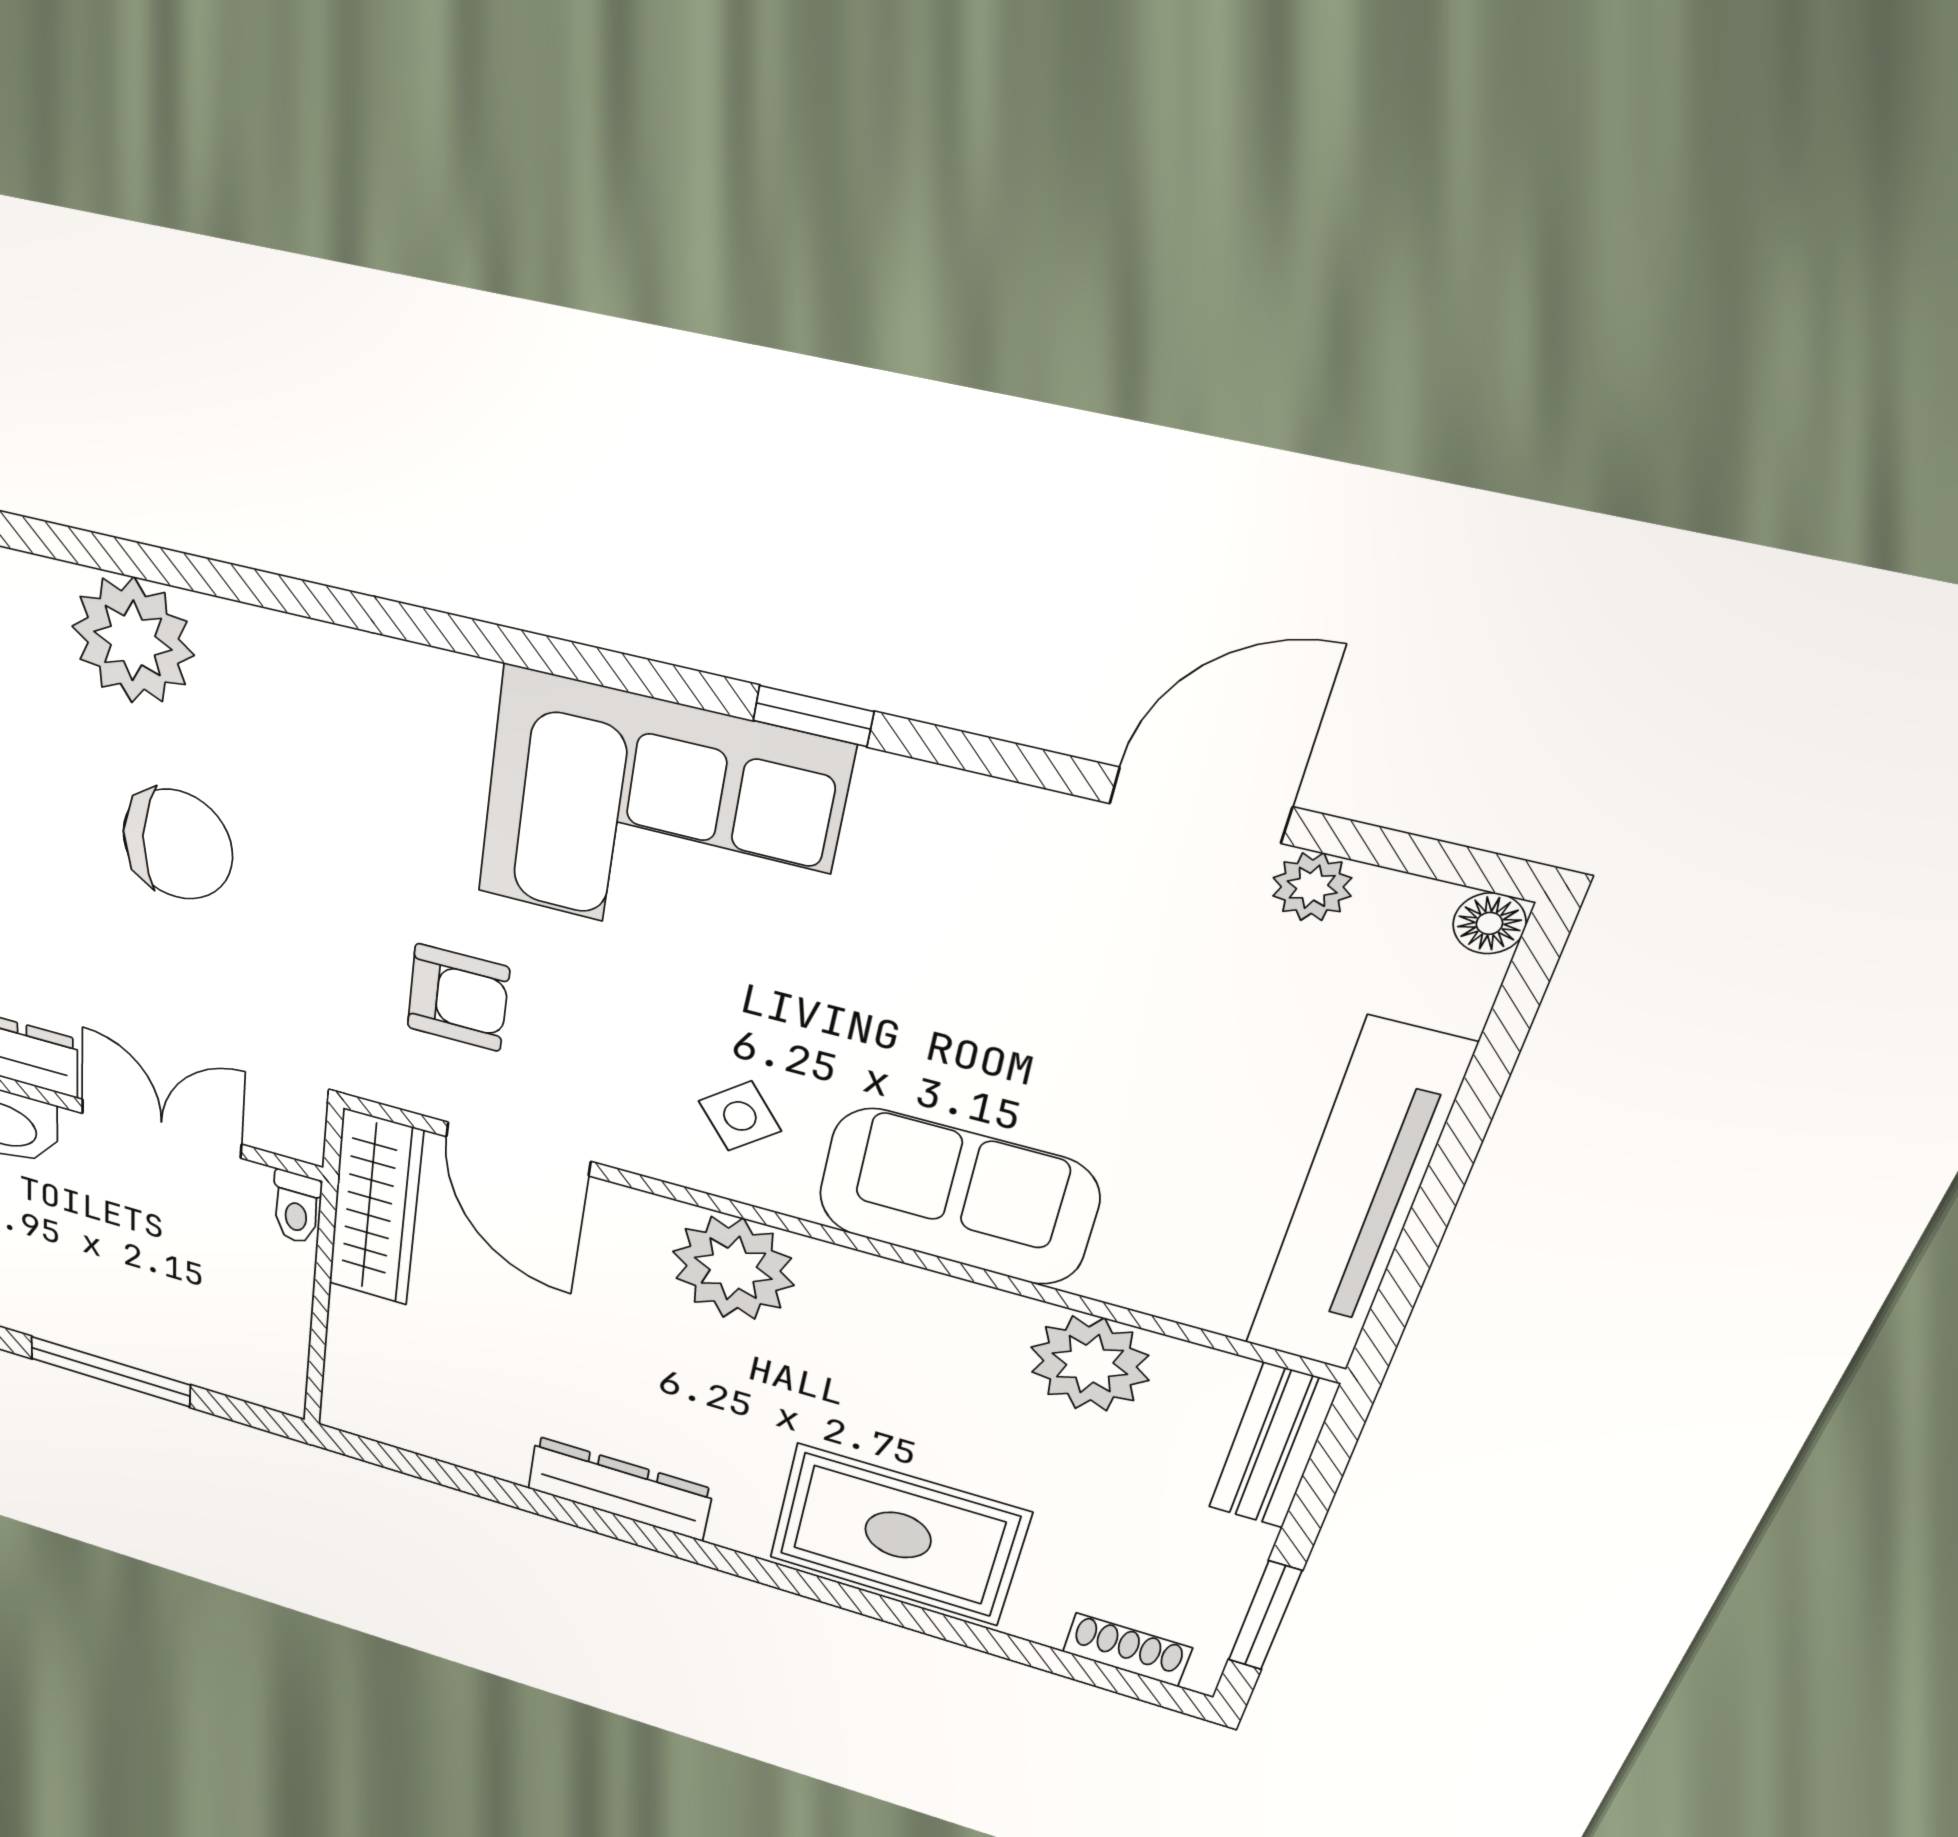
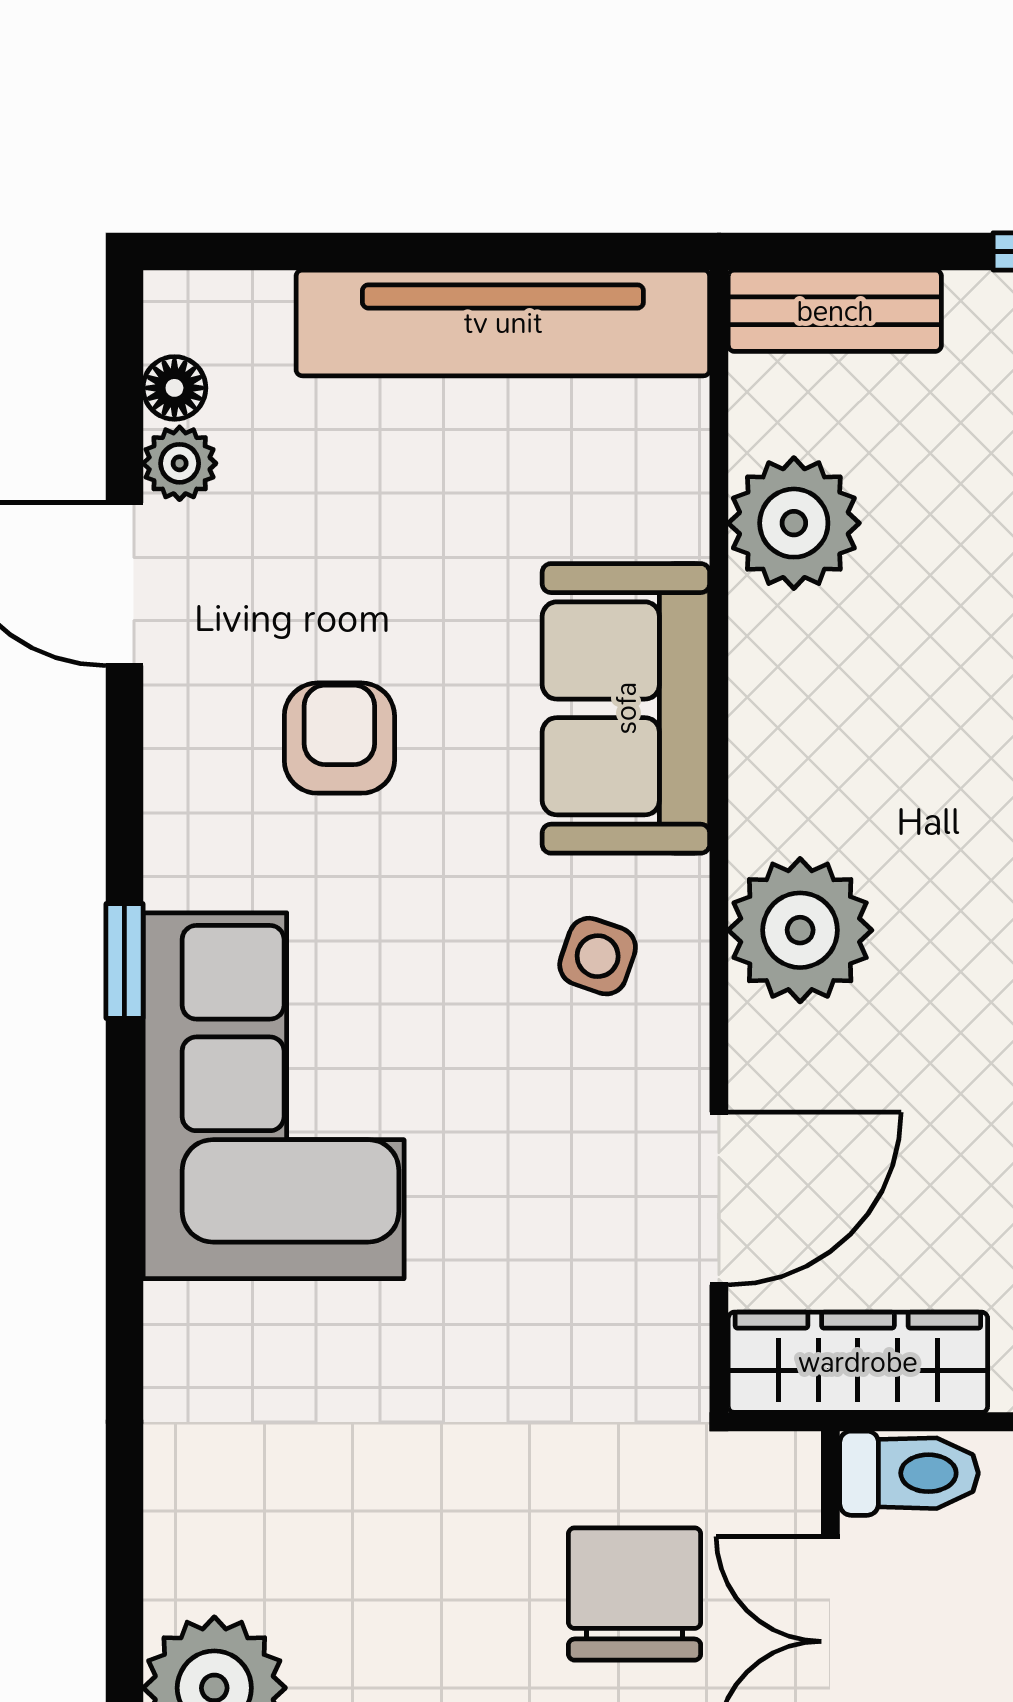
chair: (178, 844) -> (635, 1594), moved
floor lamp: (1489, 923) -> (174, 388), moved
armchair: (458, 998) -> (339, 738), moved
side table: (740, 1116) -> (598, 956), turned -32
toilet: (296, 1207) -> (909, 1473), width x1.37, depth x1.39

